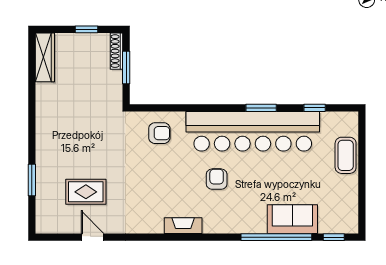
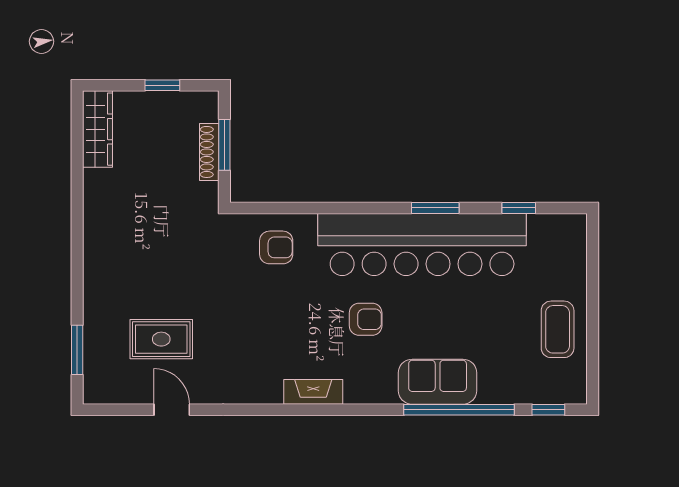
shoe rack: (117, 51) -> (209, 152), moved
coffee table: (346, 155) -> (558, 329), moved
armchair: (217, 179) -> (366, 319), turned 90
window: (32, 180) -> (77, 350), moved
sofa: (292, 219) -> (438, 382), moved

